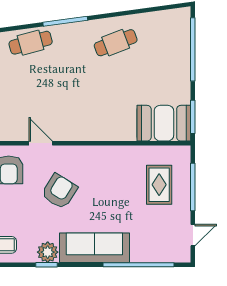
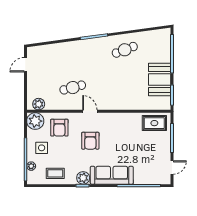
cafe table: (31, 43) -> (73, 88), moved
booth: (164, 123) -> (160, 79), moved, turned 90
door: (41, 143) -> (90, 111), moved
rug: (159, 185) -> (154, 123), moved, turned 90
armchair: (59, 191) -> (90, 141), turned 148

